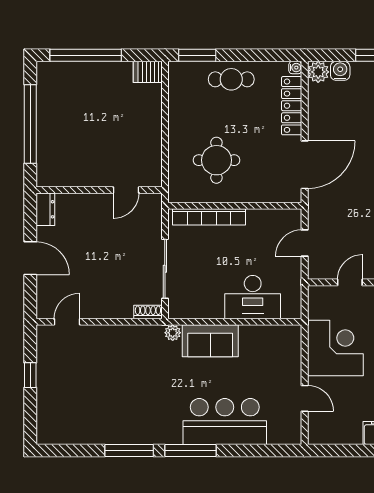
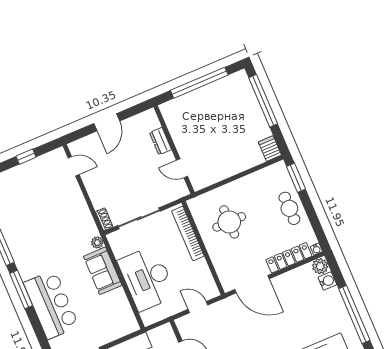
dresser: (45, 209) -> (160, 141), moved, turned 90
desk: (253, 297) -> (147, 278), width x1.36, depth x1.30

